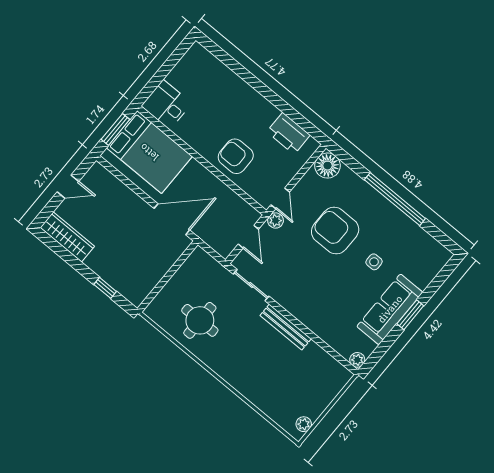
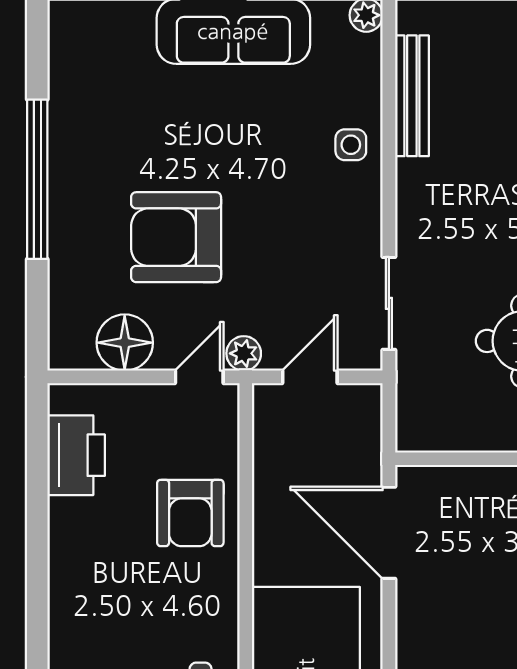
floor lamp: (327, 166) -> (125, 343), moved
armchair: (335, 231) -> (176, 237), turned 90
side table: (374, 262) -> (351, 145), moved
bench: (286, 327) -> (412, 96), moved

